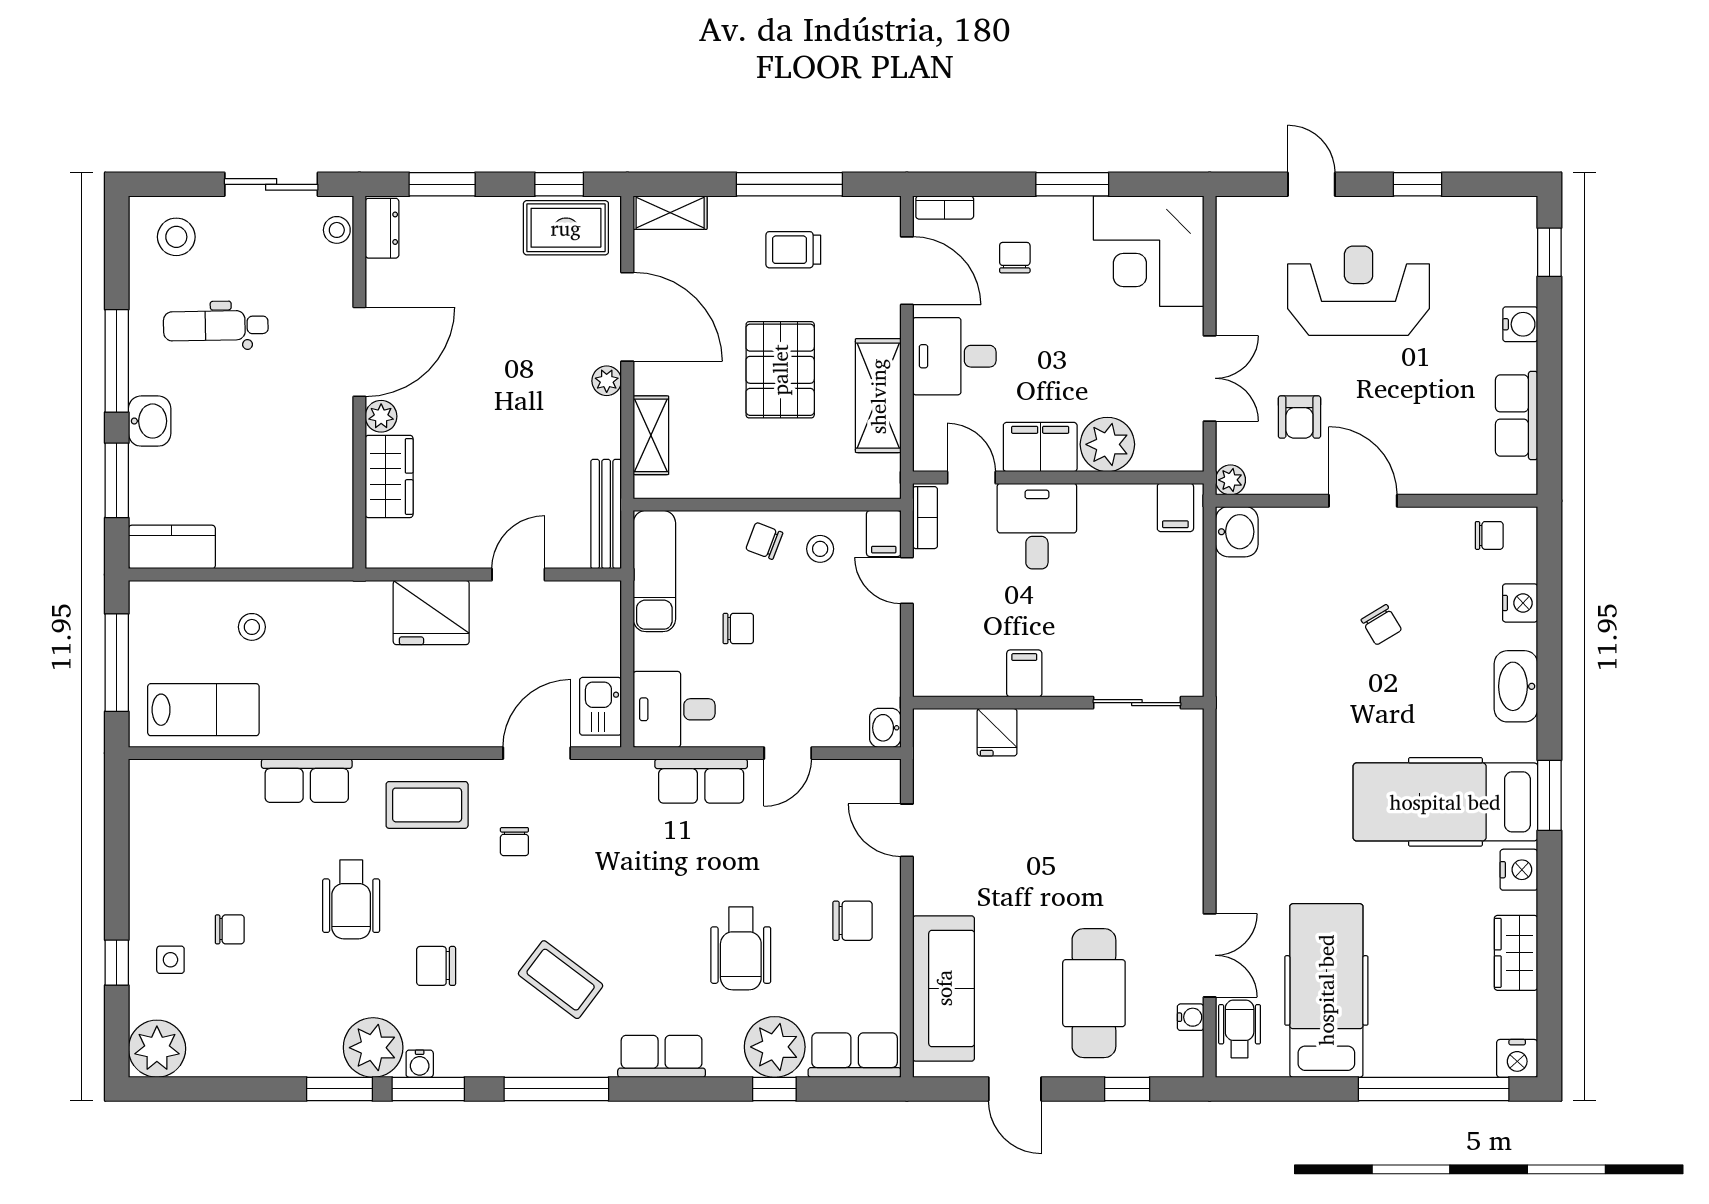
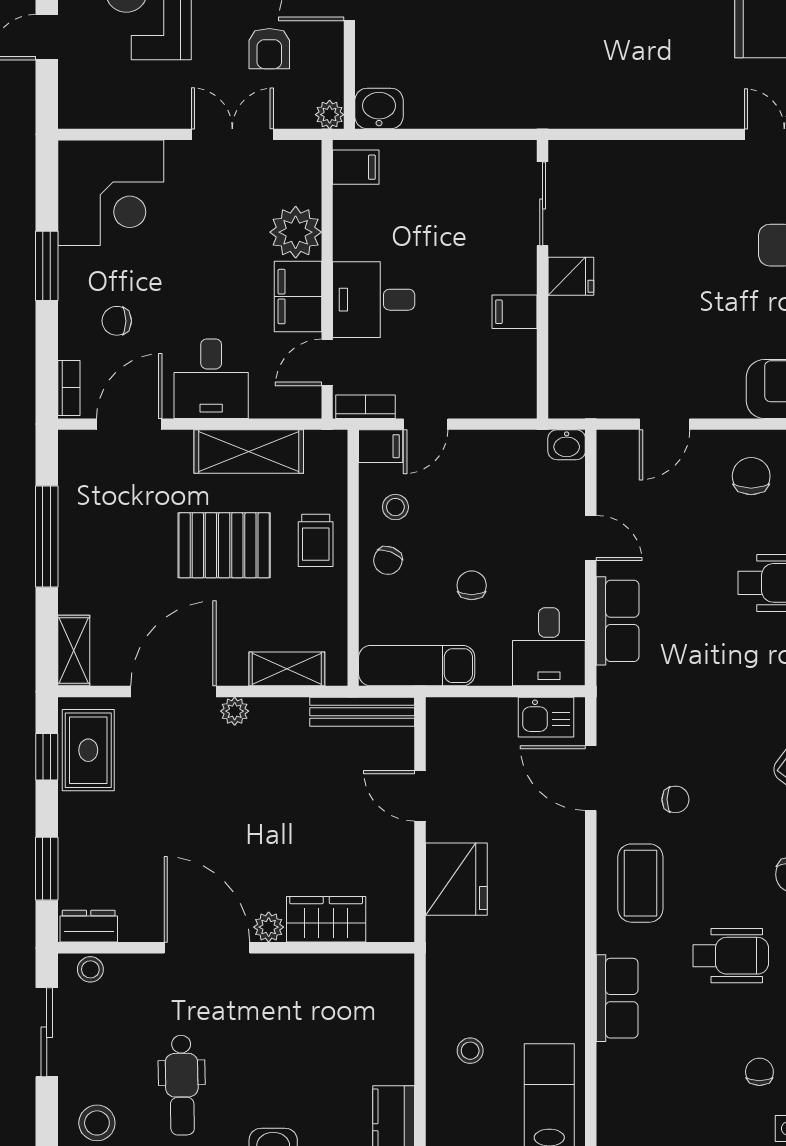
trolley: (793, 250) -> (316, 540), moved
armchair: (1299, 417) -> (269, 49), turned 90
fridge: (997, 732) -> (571, 276), moved

